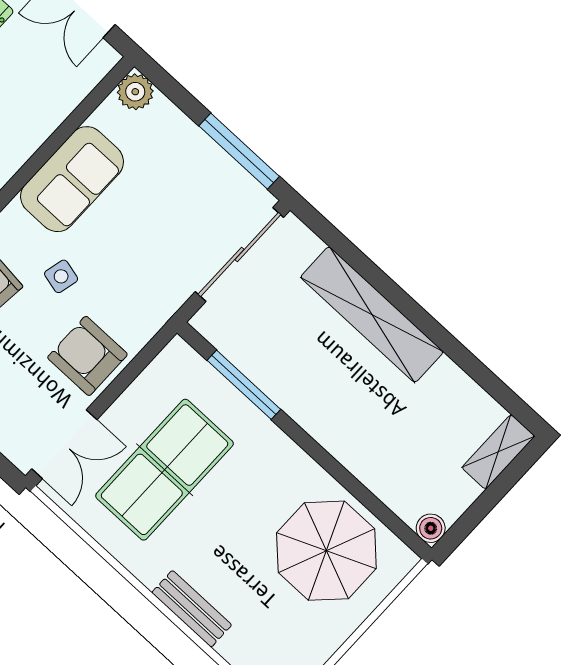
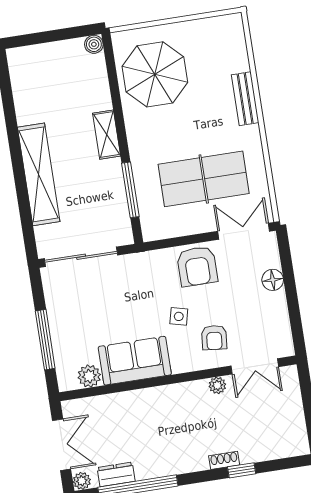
plant: (135, 92) -> (89, 376), moved
window: (239, 151) -> (45, 340), moved
shelving: (498, 452) -> (107, 135), moved, turned 90

